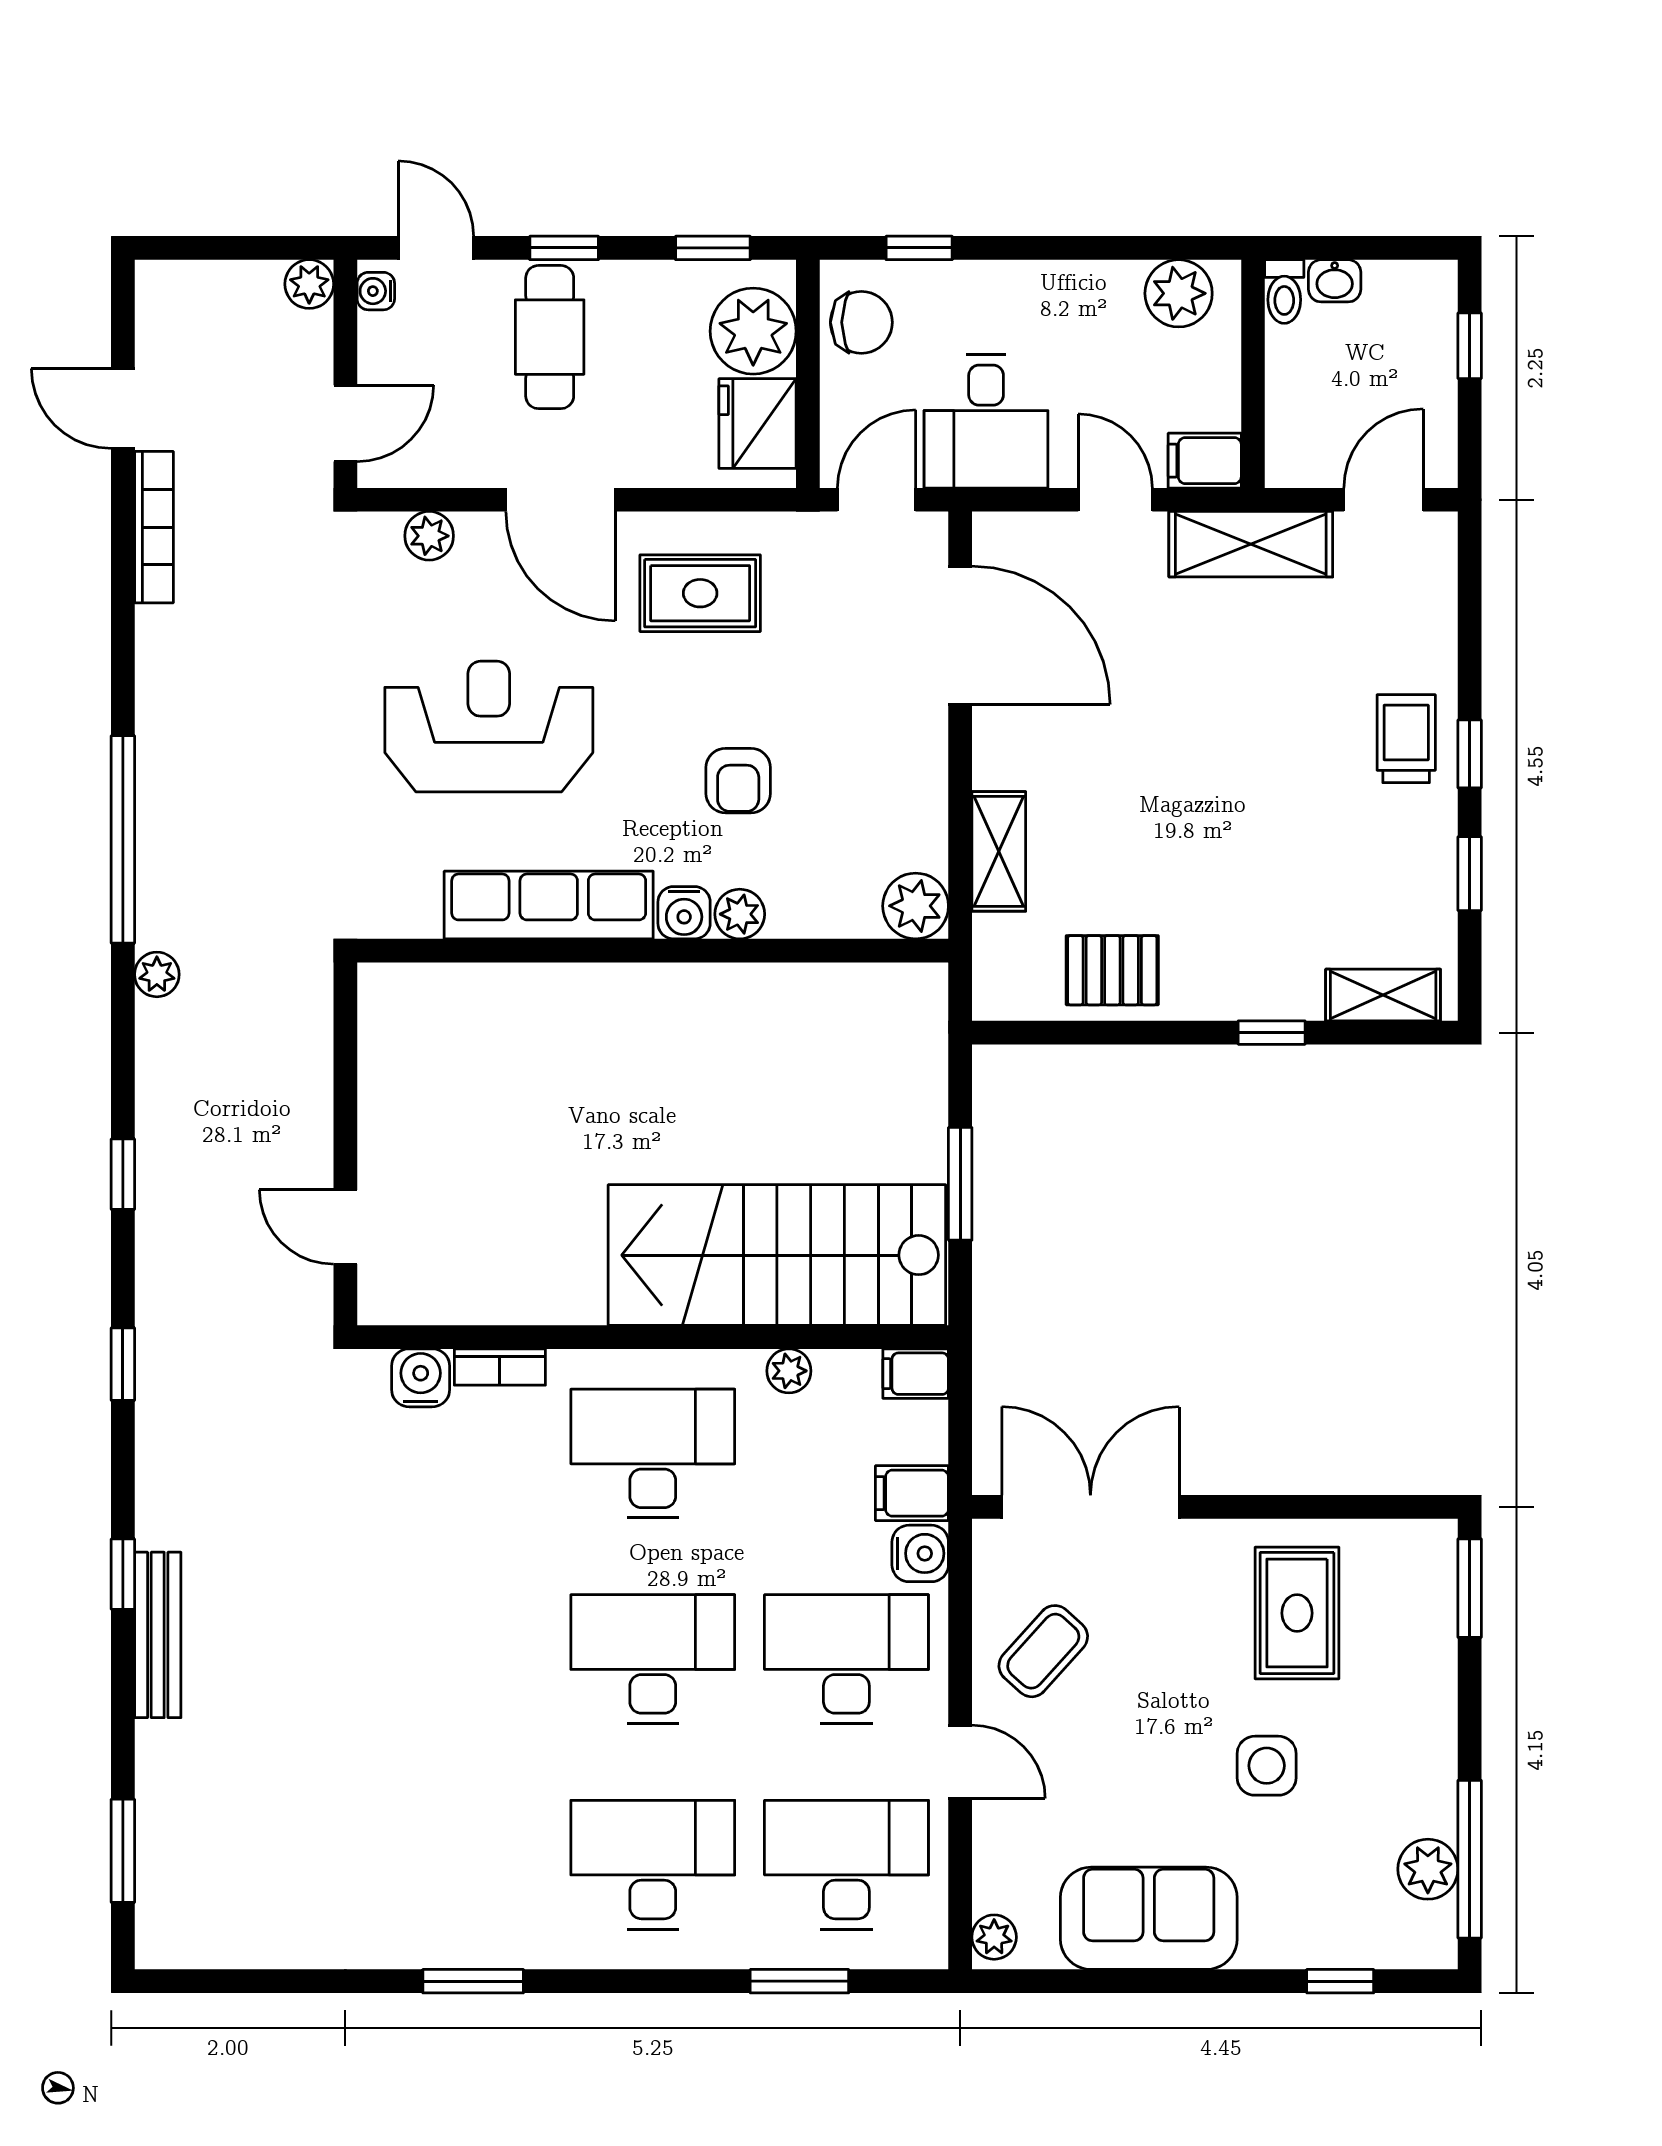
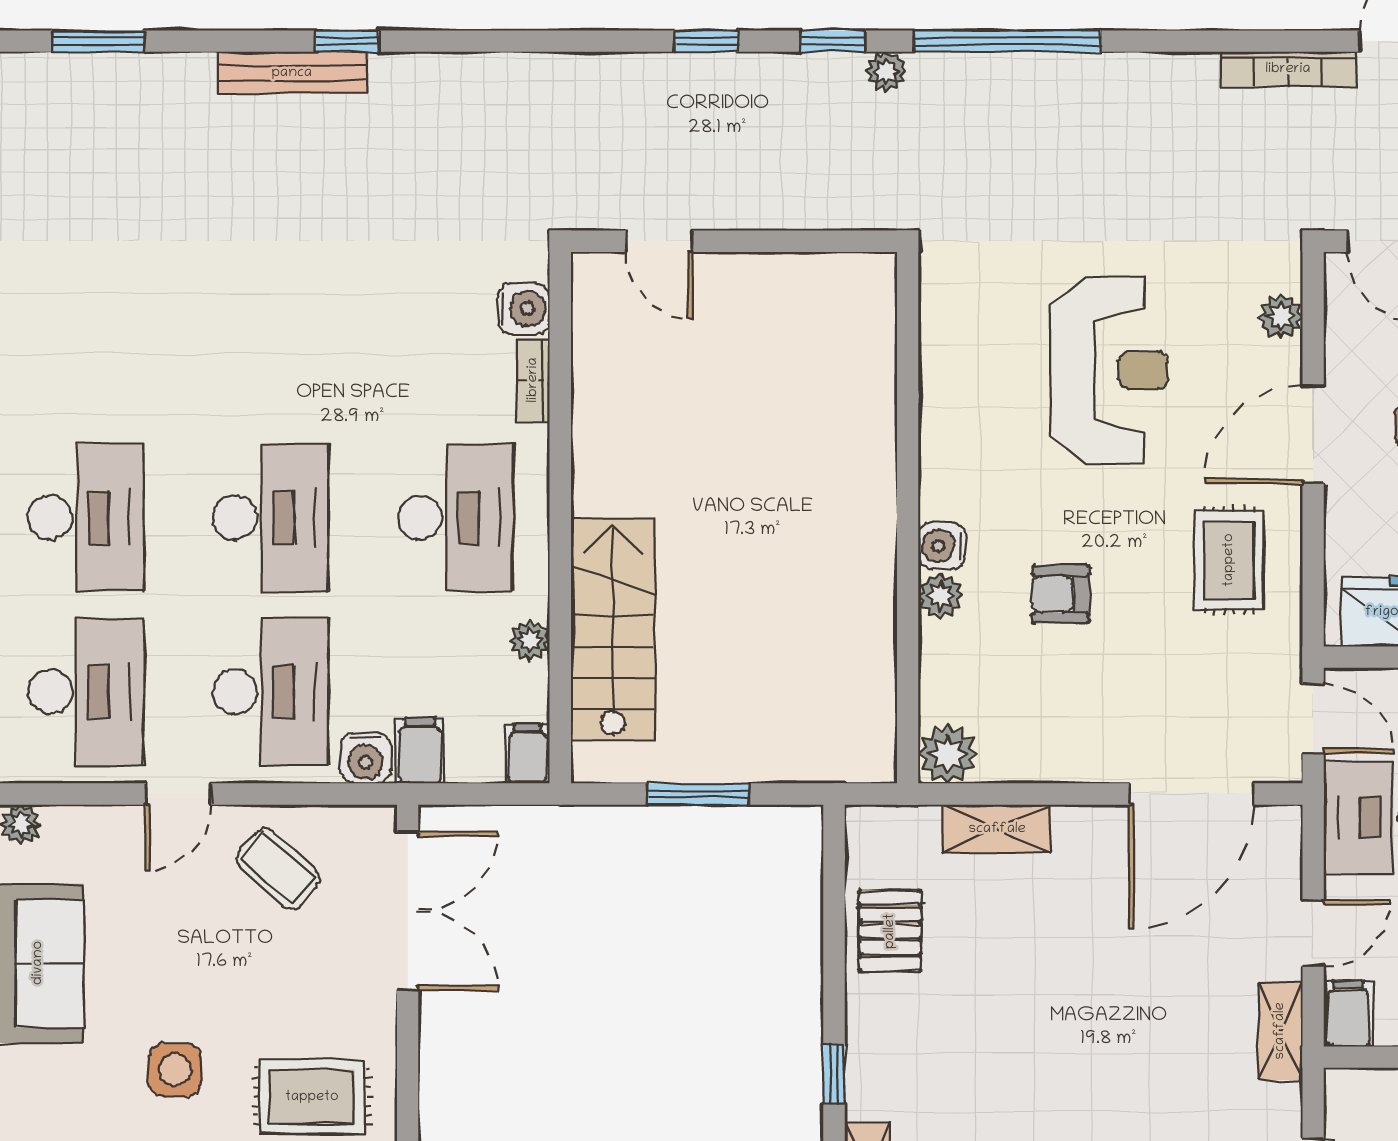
shelving: (1251, 544) -> (1280, 1031), width x0.67, depth x0.75
row of seats: (549, 905) -> (949, 424), removed
door: (345, 1227) -> (659, 241), swing flipped
stairs: (777, 1255) -> (613, 629), width x0.73, depth x0.66
window: (123, 1364) -> (833, 41), moved

